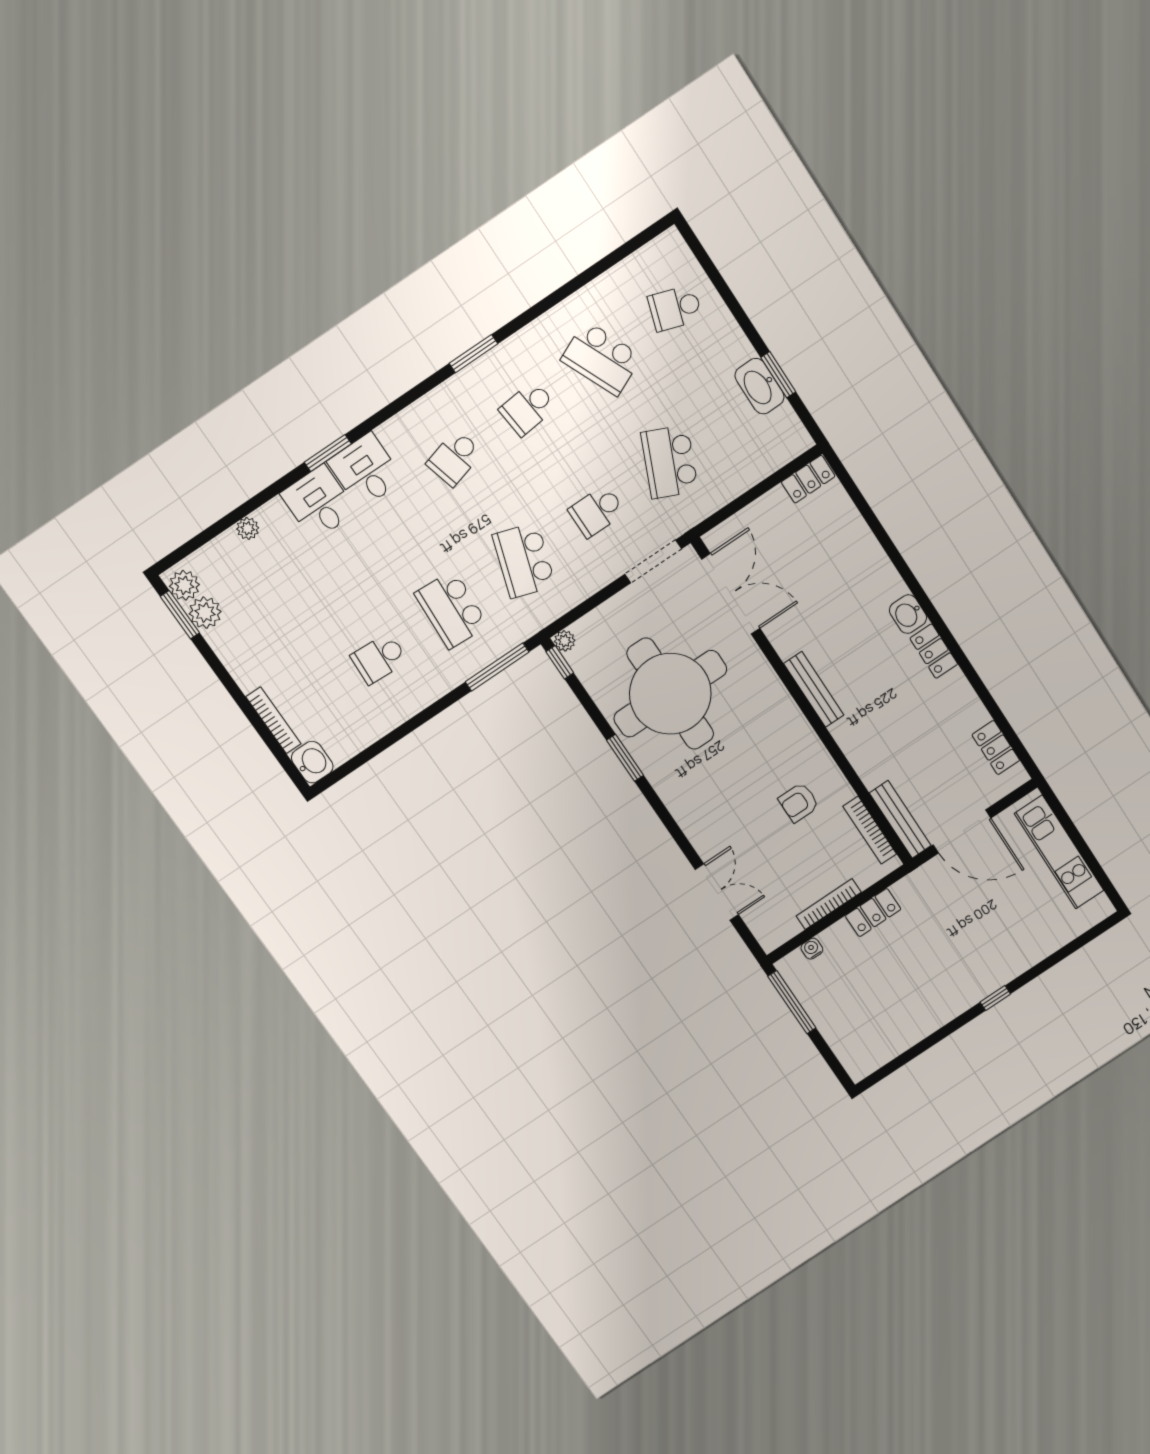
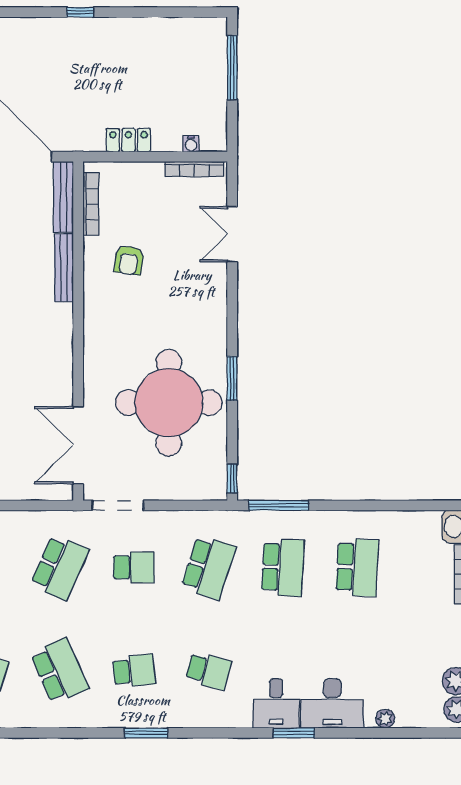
school desk: (454, 458) -> (208, 671), turned 30
desk: (319, 503) -> (332, 703), width x1.37
plant: (565, 641) -> (218, 491), removed
school desk: (379, 658) -> (357, 567), width x1.85
bench: (814, 689) -> (64, 268), moved
armchair: (799, 802) -> (129, 260), turned 98
bookcase: (829, 904) -> (194, 169), moved
window: (792, 1002) -> (232, 68), moved

